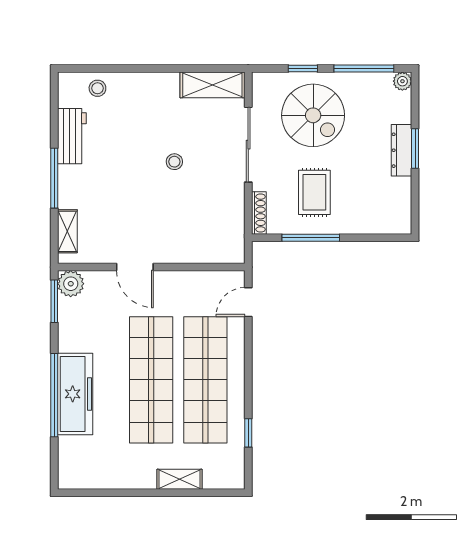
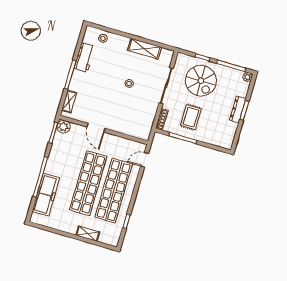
shelving: (212, 85) -> (144, 49), moved
freezer: (75, 394) -> (46, 195), moved

